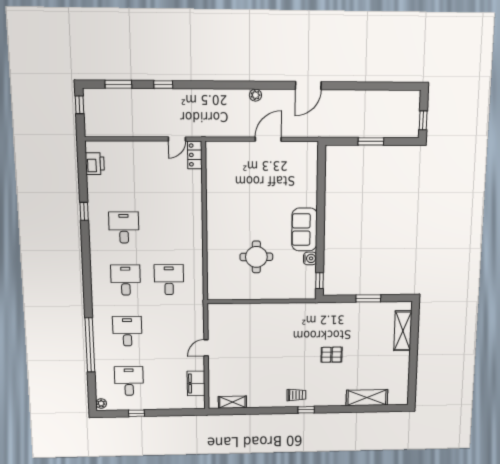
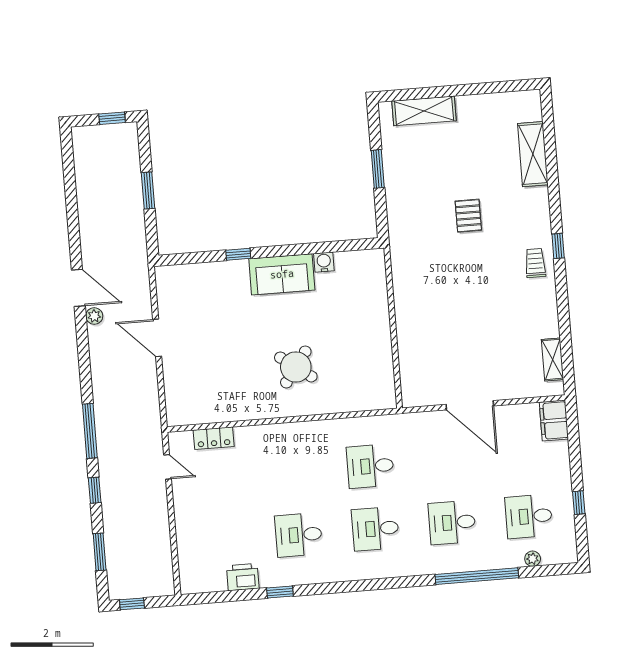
window: (206, 85) -> (90, 431), added
plant: (255, 95) -> (94, 316), moved
locker: (195, 155) -> (214, 438), moved
printer: (95, 164) -> (243, 577), moved
round table: (256, 257) -> (296, 367), moved, turned 36
window: (320, 281) -> (238, 254), moved
door: (206, 348) -> (470, 405), width x1.88
filing cabinet: (196, 383) -> (554, 421), moved, turned 90
plant: (101, 404) -> (533, 559), moved

